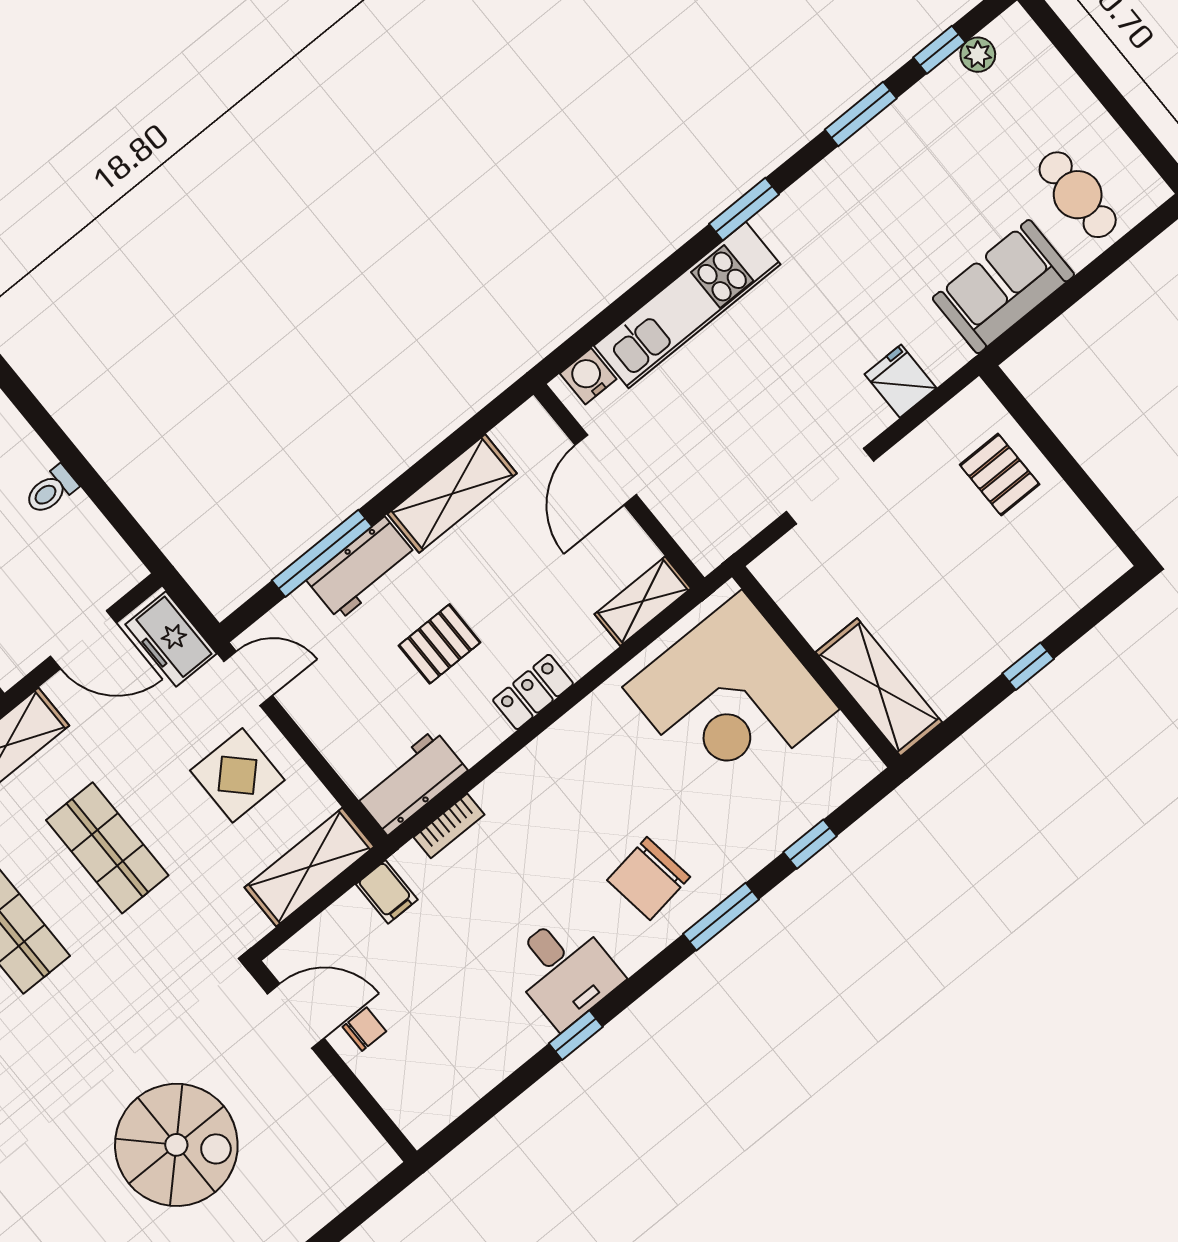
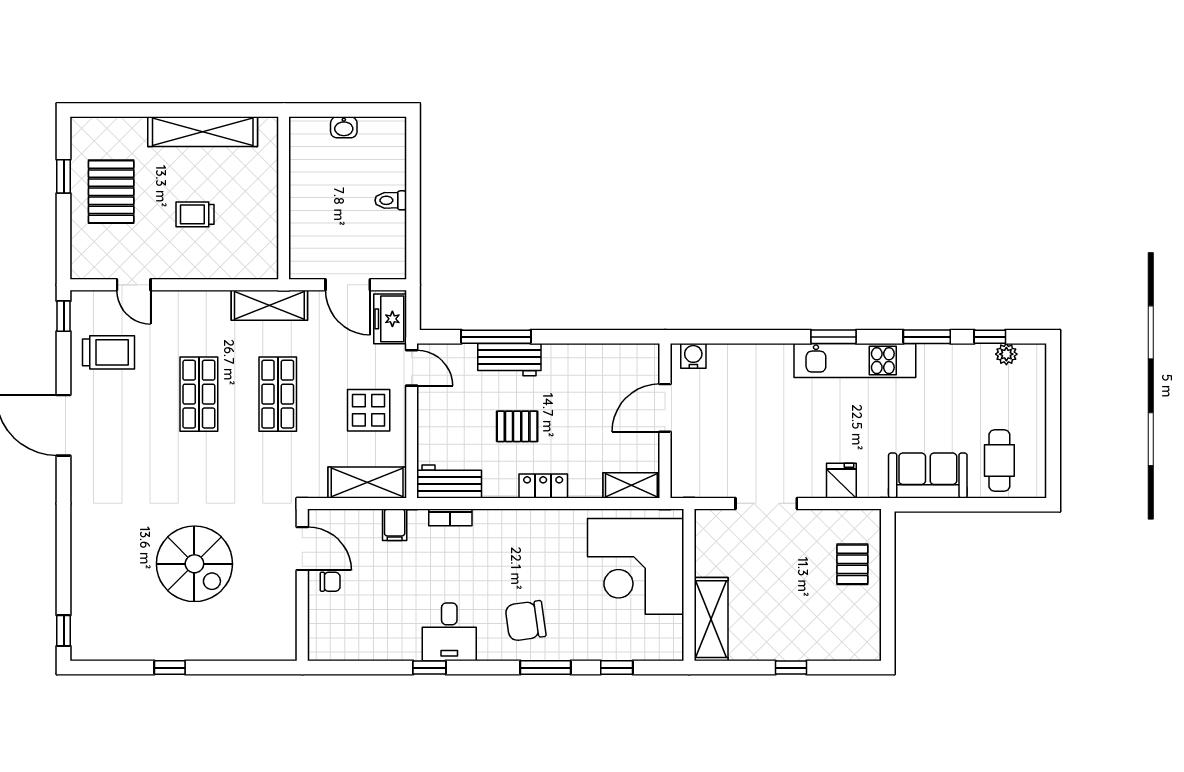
kitchen unit: (687, 305) -> (855, 361), moved
shelving: (452, 494) -> (582, 359), removed

